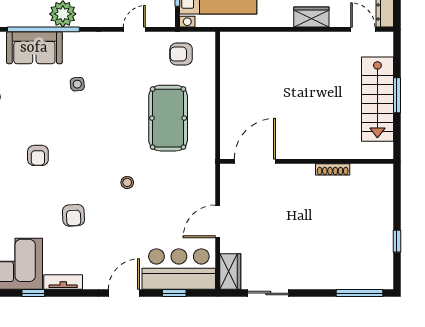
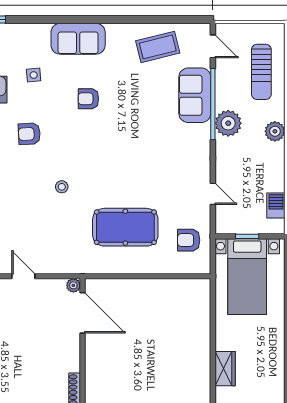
armchair: (181, 54) -> (189, 240), turned -90
side table: (77, 84) -> (34, 75), moved
plant: (227, 171) -> (73, 285), added
door: (218, 221) -> (23, 276), width x0.73

